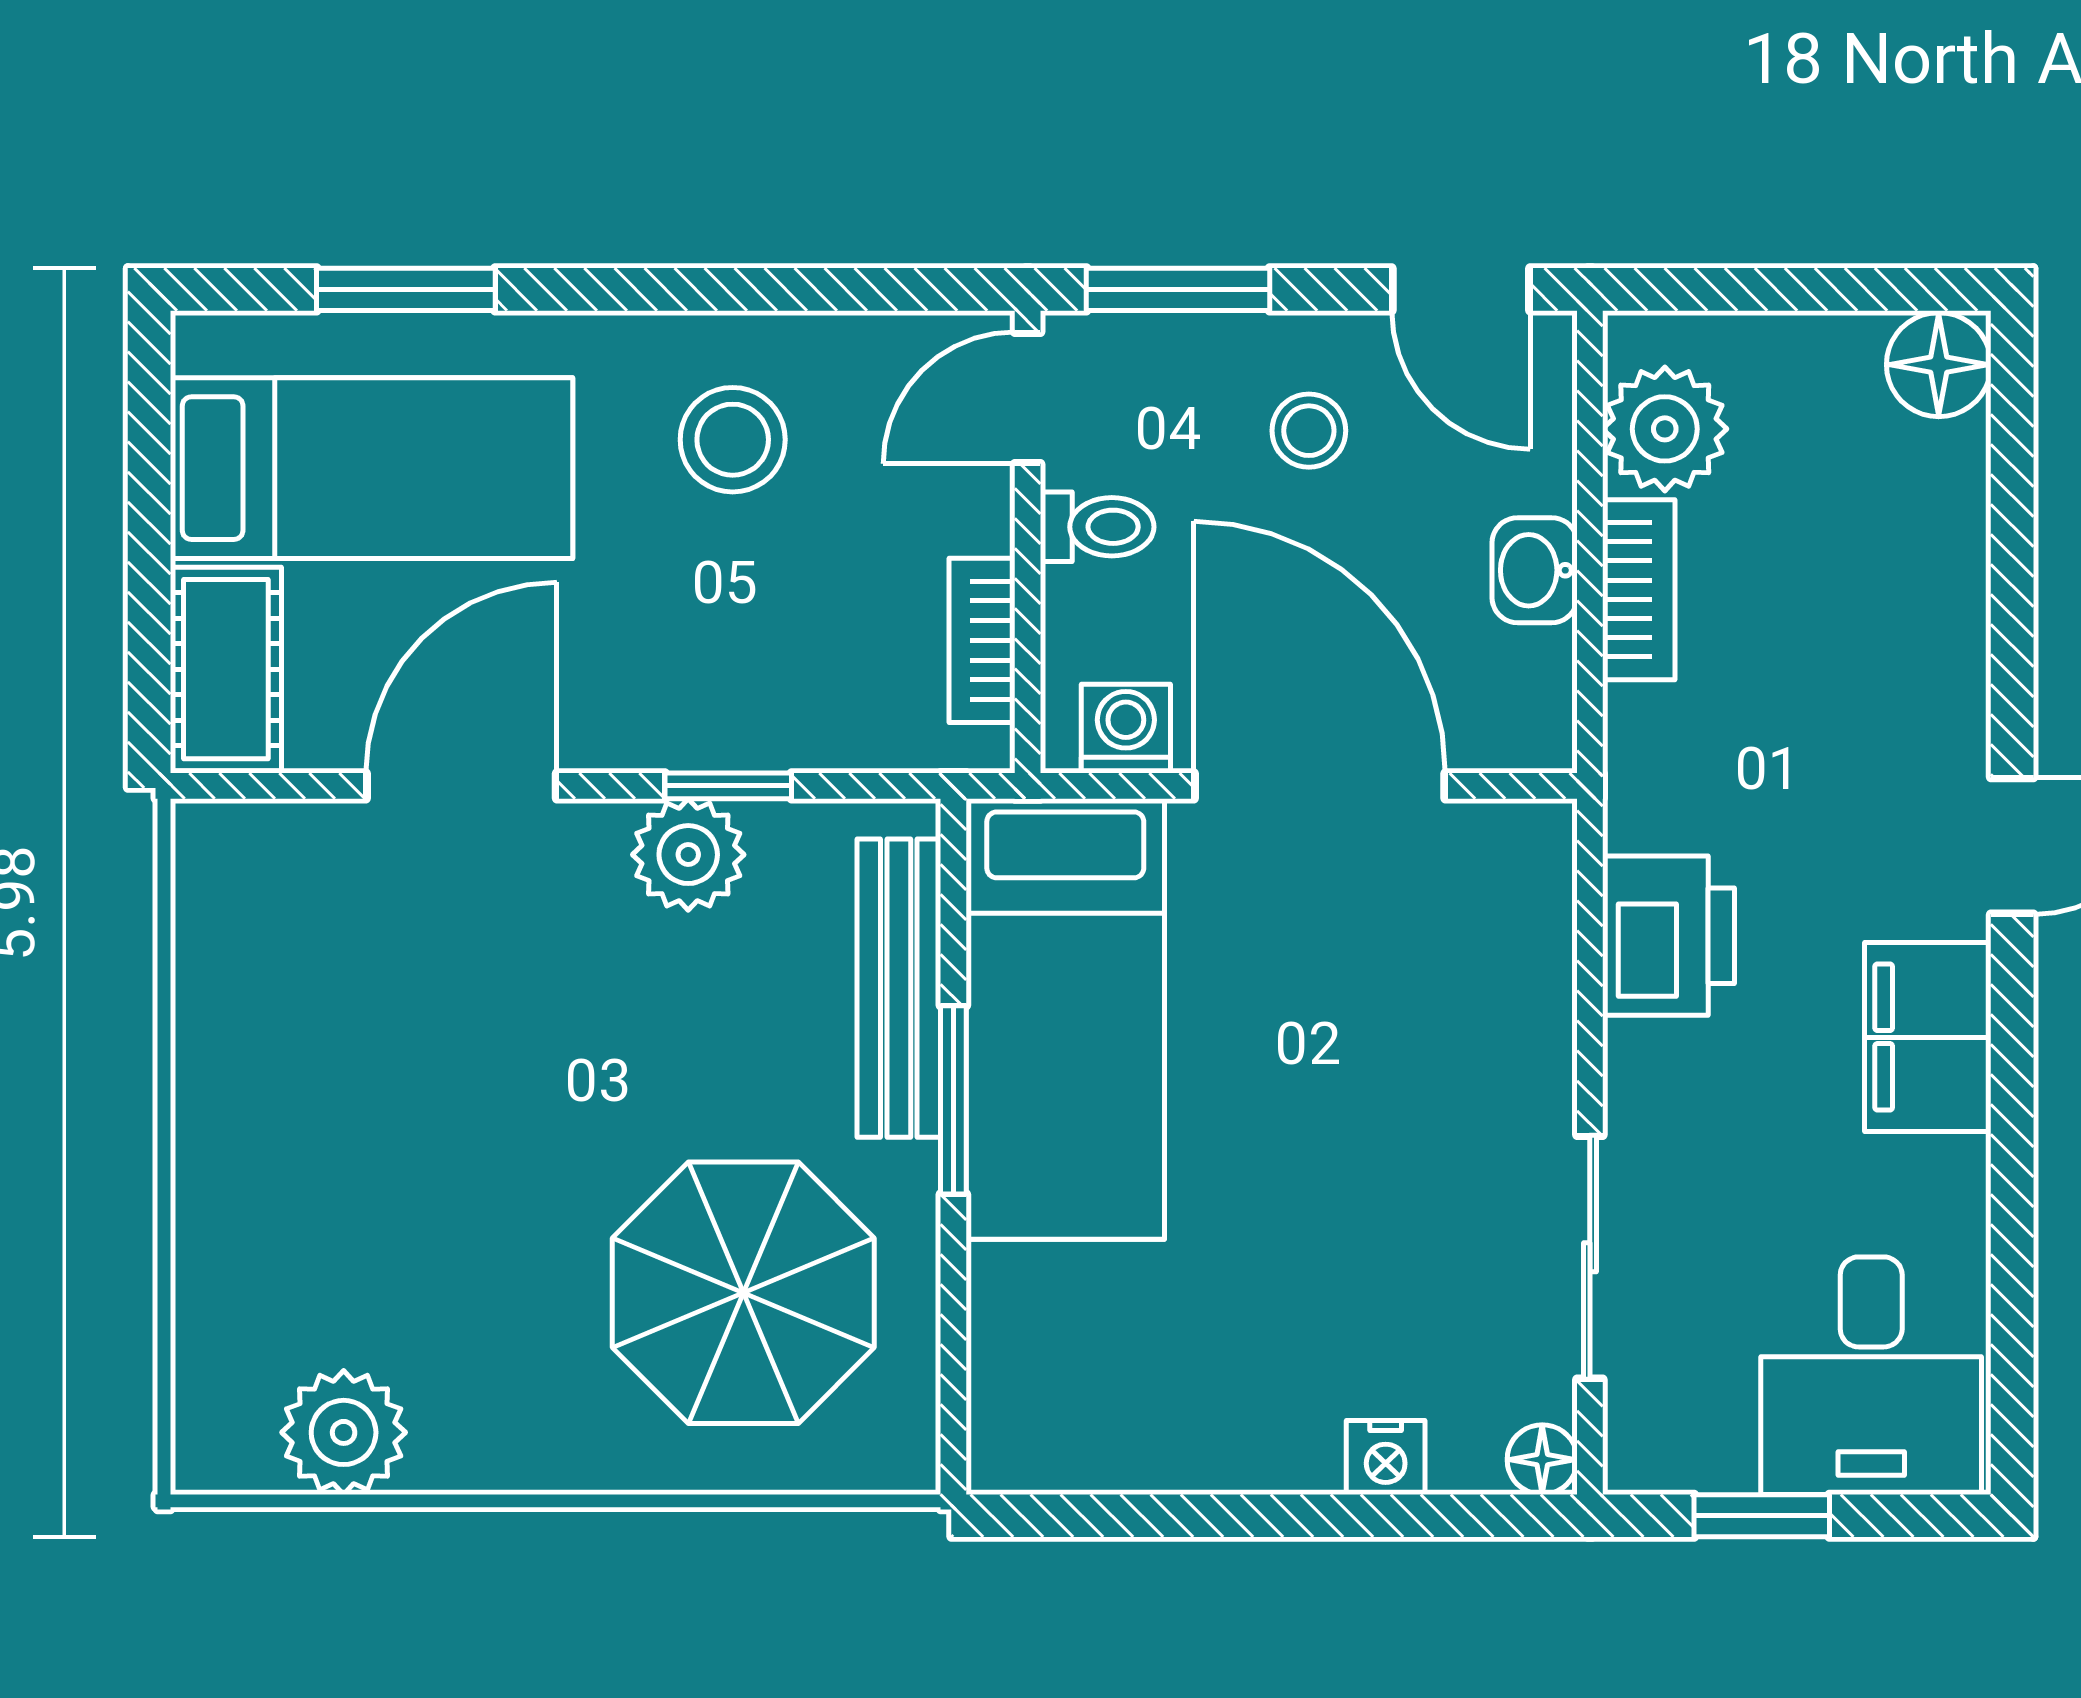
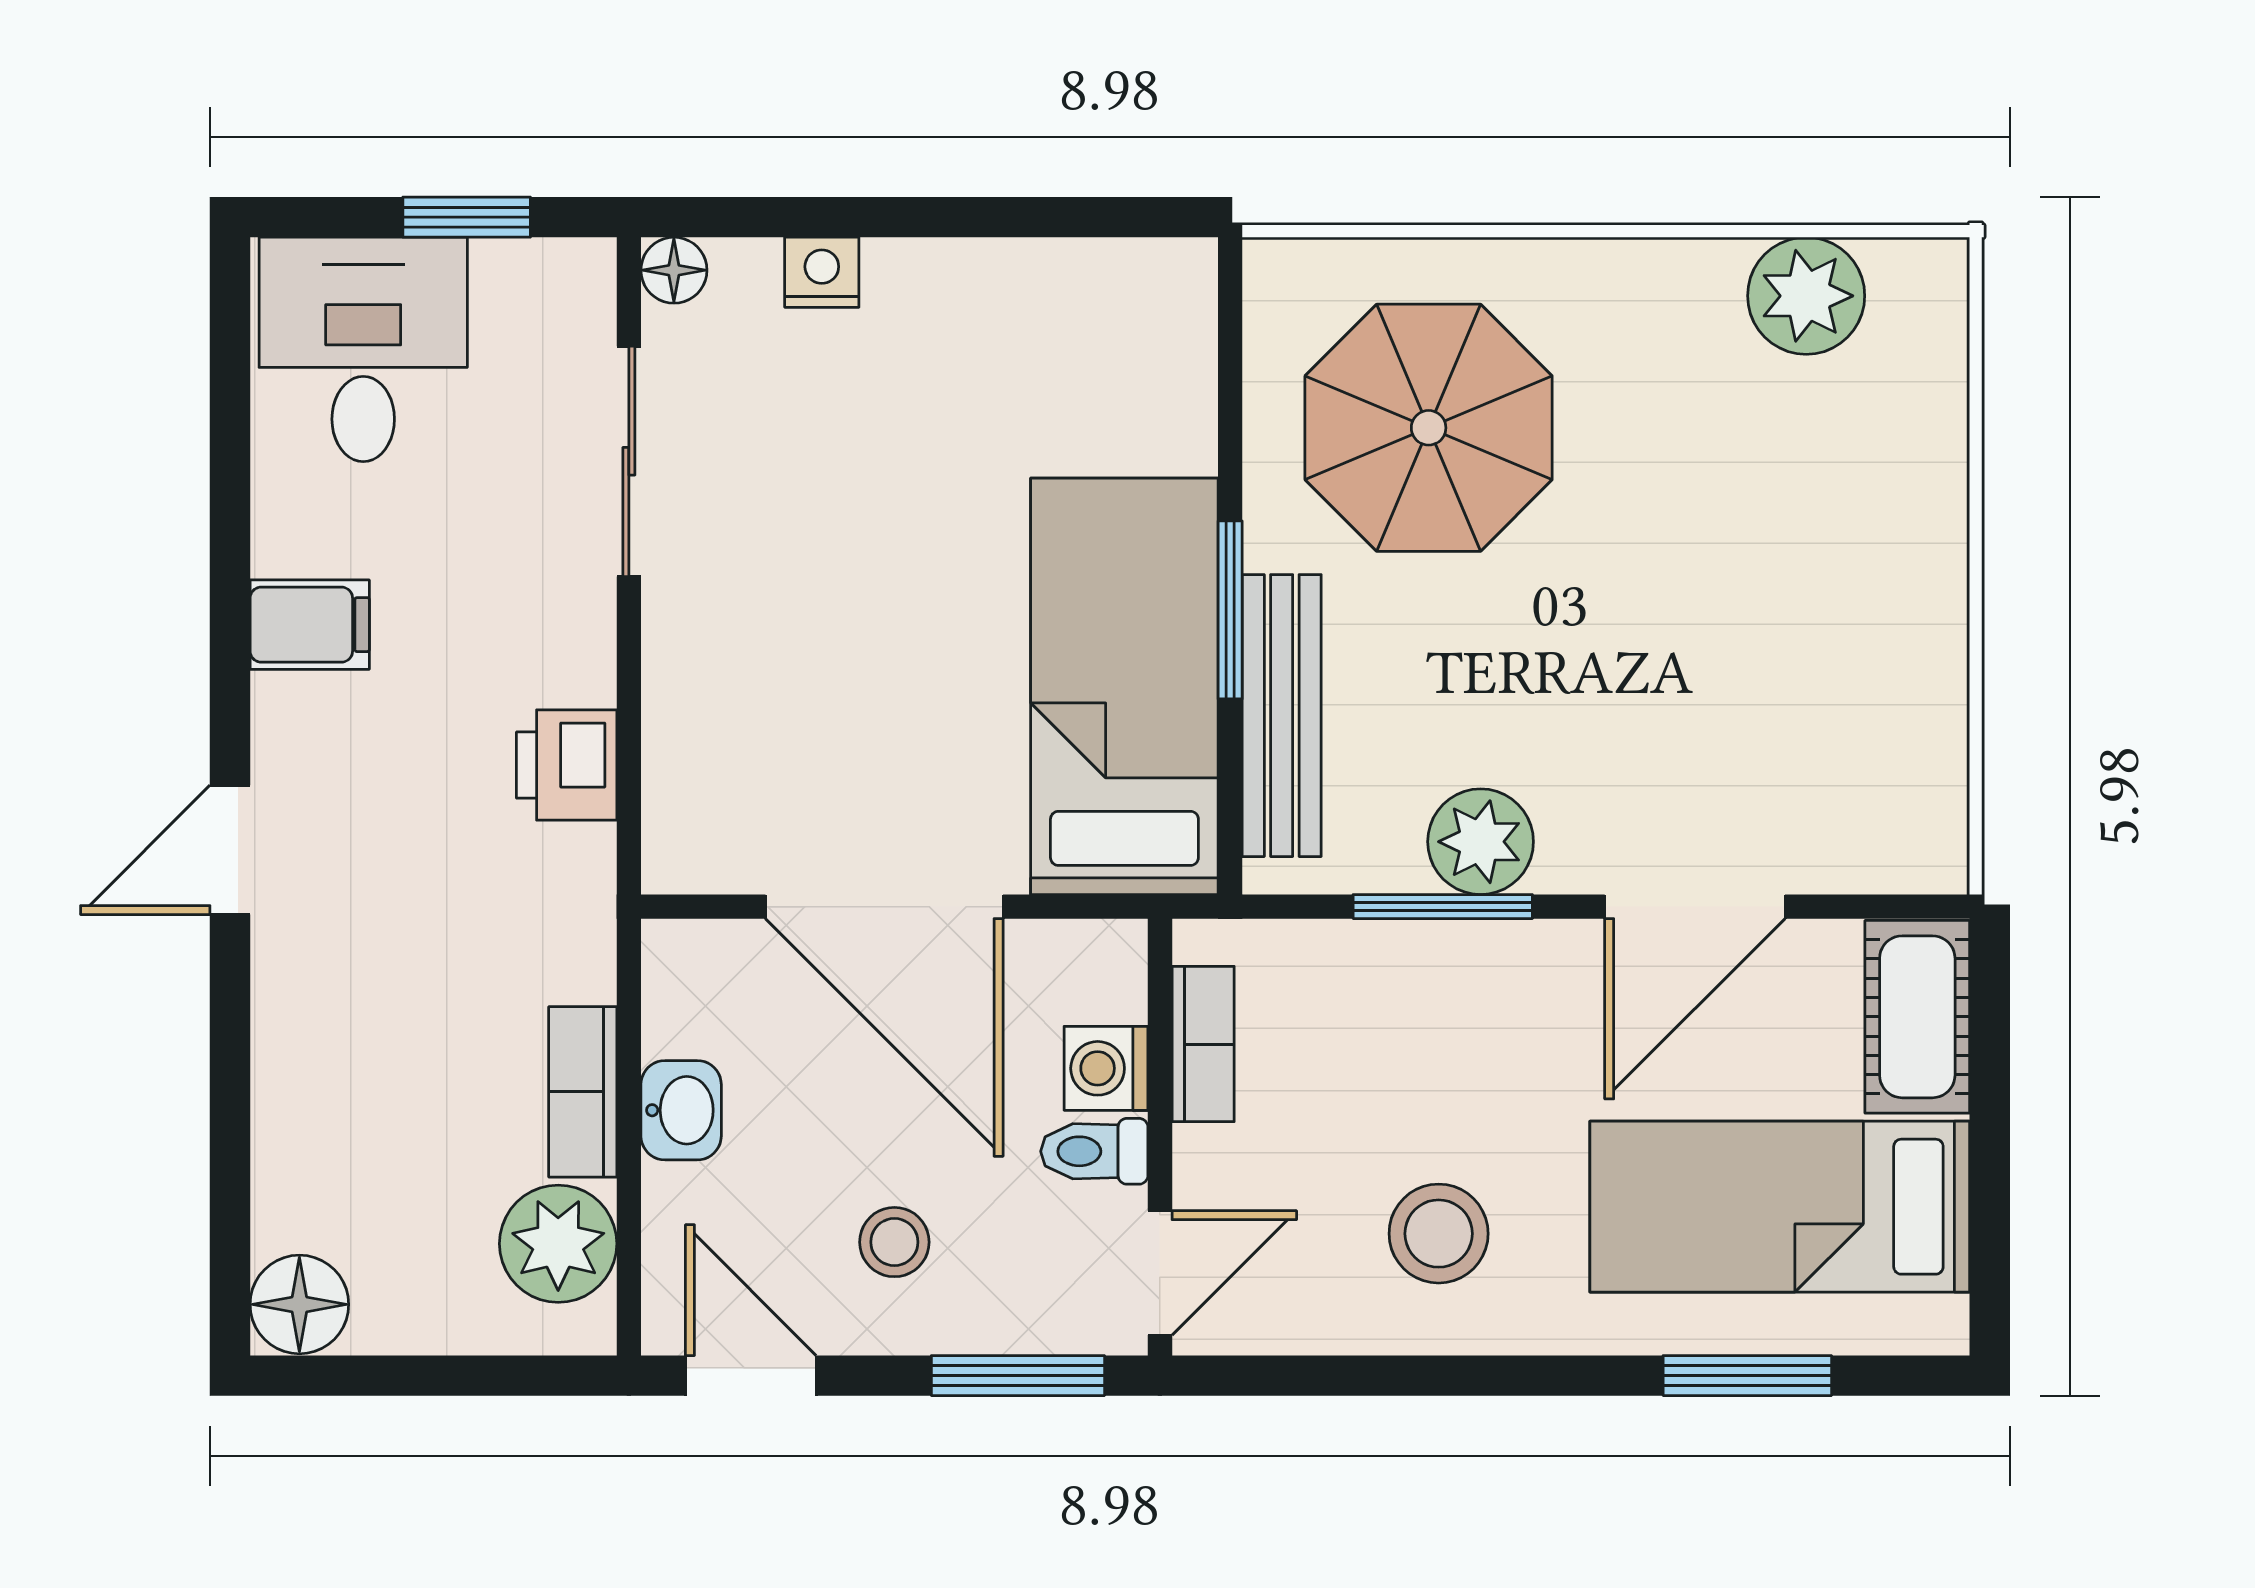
washing machine: (1126, 729) -> (1106, 1068), moved, turned 90
window: (728, 786) -> (1443, 907), width x1.50
printer: (1669, 936) -> (567, 765), width x0.73, depth x0.81
filing cabinet: (1928, 1037) -> (310, 625), width x0.50

